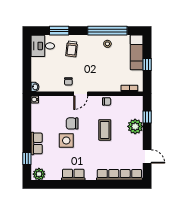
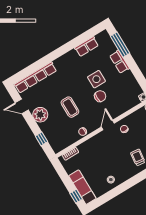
window: (107, 31) -> (117, 191), removed
window: (147, 64) -> (76, 196), moved
plant: (135, 126) -> (40, 115), moved
window: (27, 158) -> (120, 45), width x2.17
plant: (39, 174) -> (102, 38), removed
row of seats: (73, 175) -> (87, 47), moved

